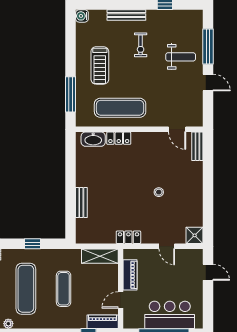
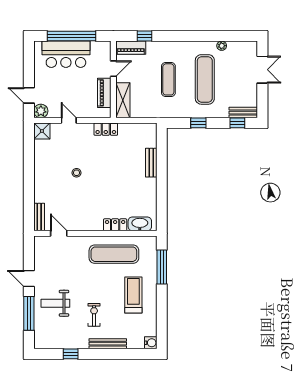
shelving: (100, 256) -> (123, 100), moved, turned 90
plant: (196, 256) -> (41, 111), added

